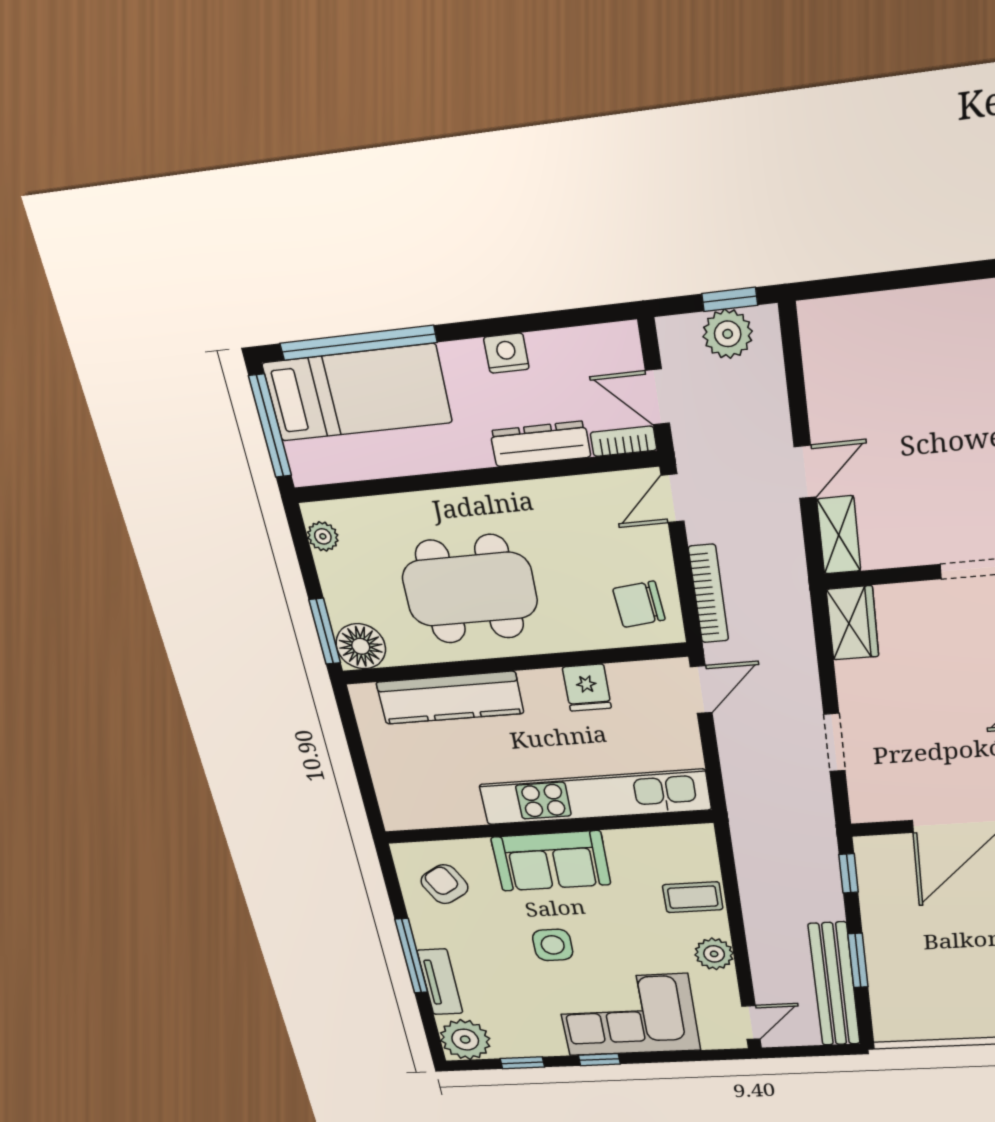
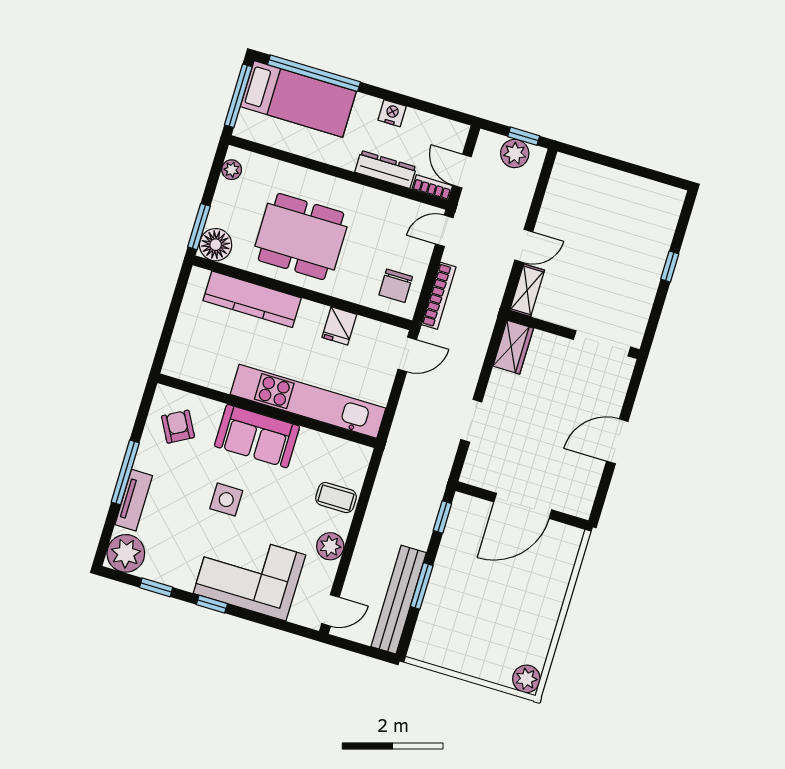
chair: (639, 604) -> (396, 286), turned -84

